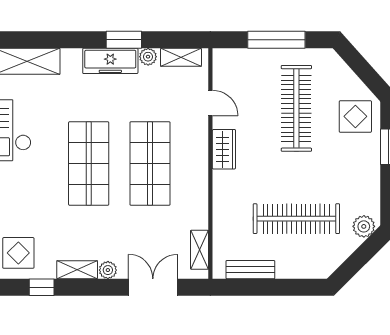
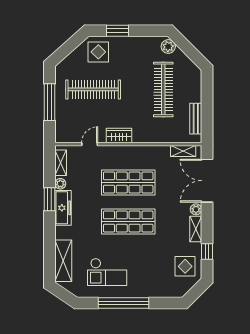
double door: (153, 287) -> (207, 181), width x1.37

